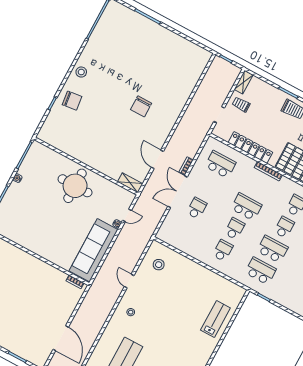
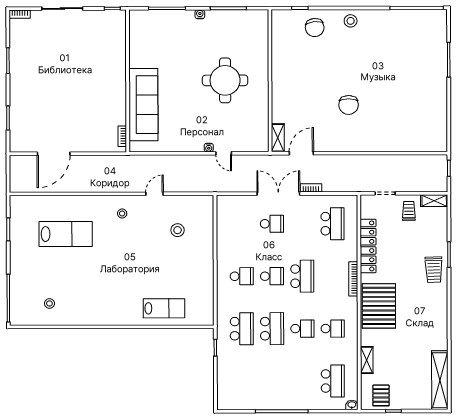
chair: (141, 106) -> (349, 105), turned -90
wall: (86, 166) -> (270, 81), moved
shelving: (130, 183) -> (278, 138), moved
sofa: (94, 250) -> (143, 105), moved, turned 90
stool: (159, 265) -> (178, 230), moved

